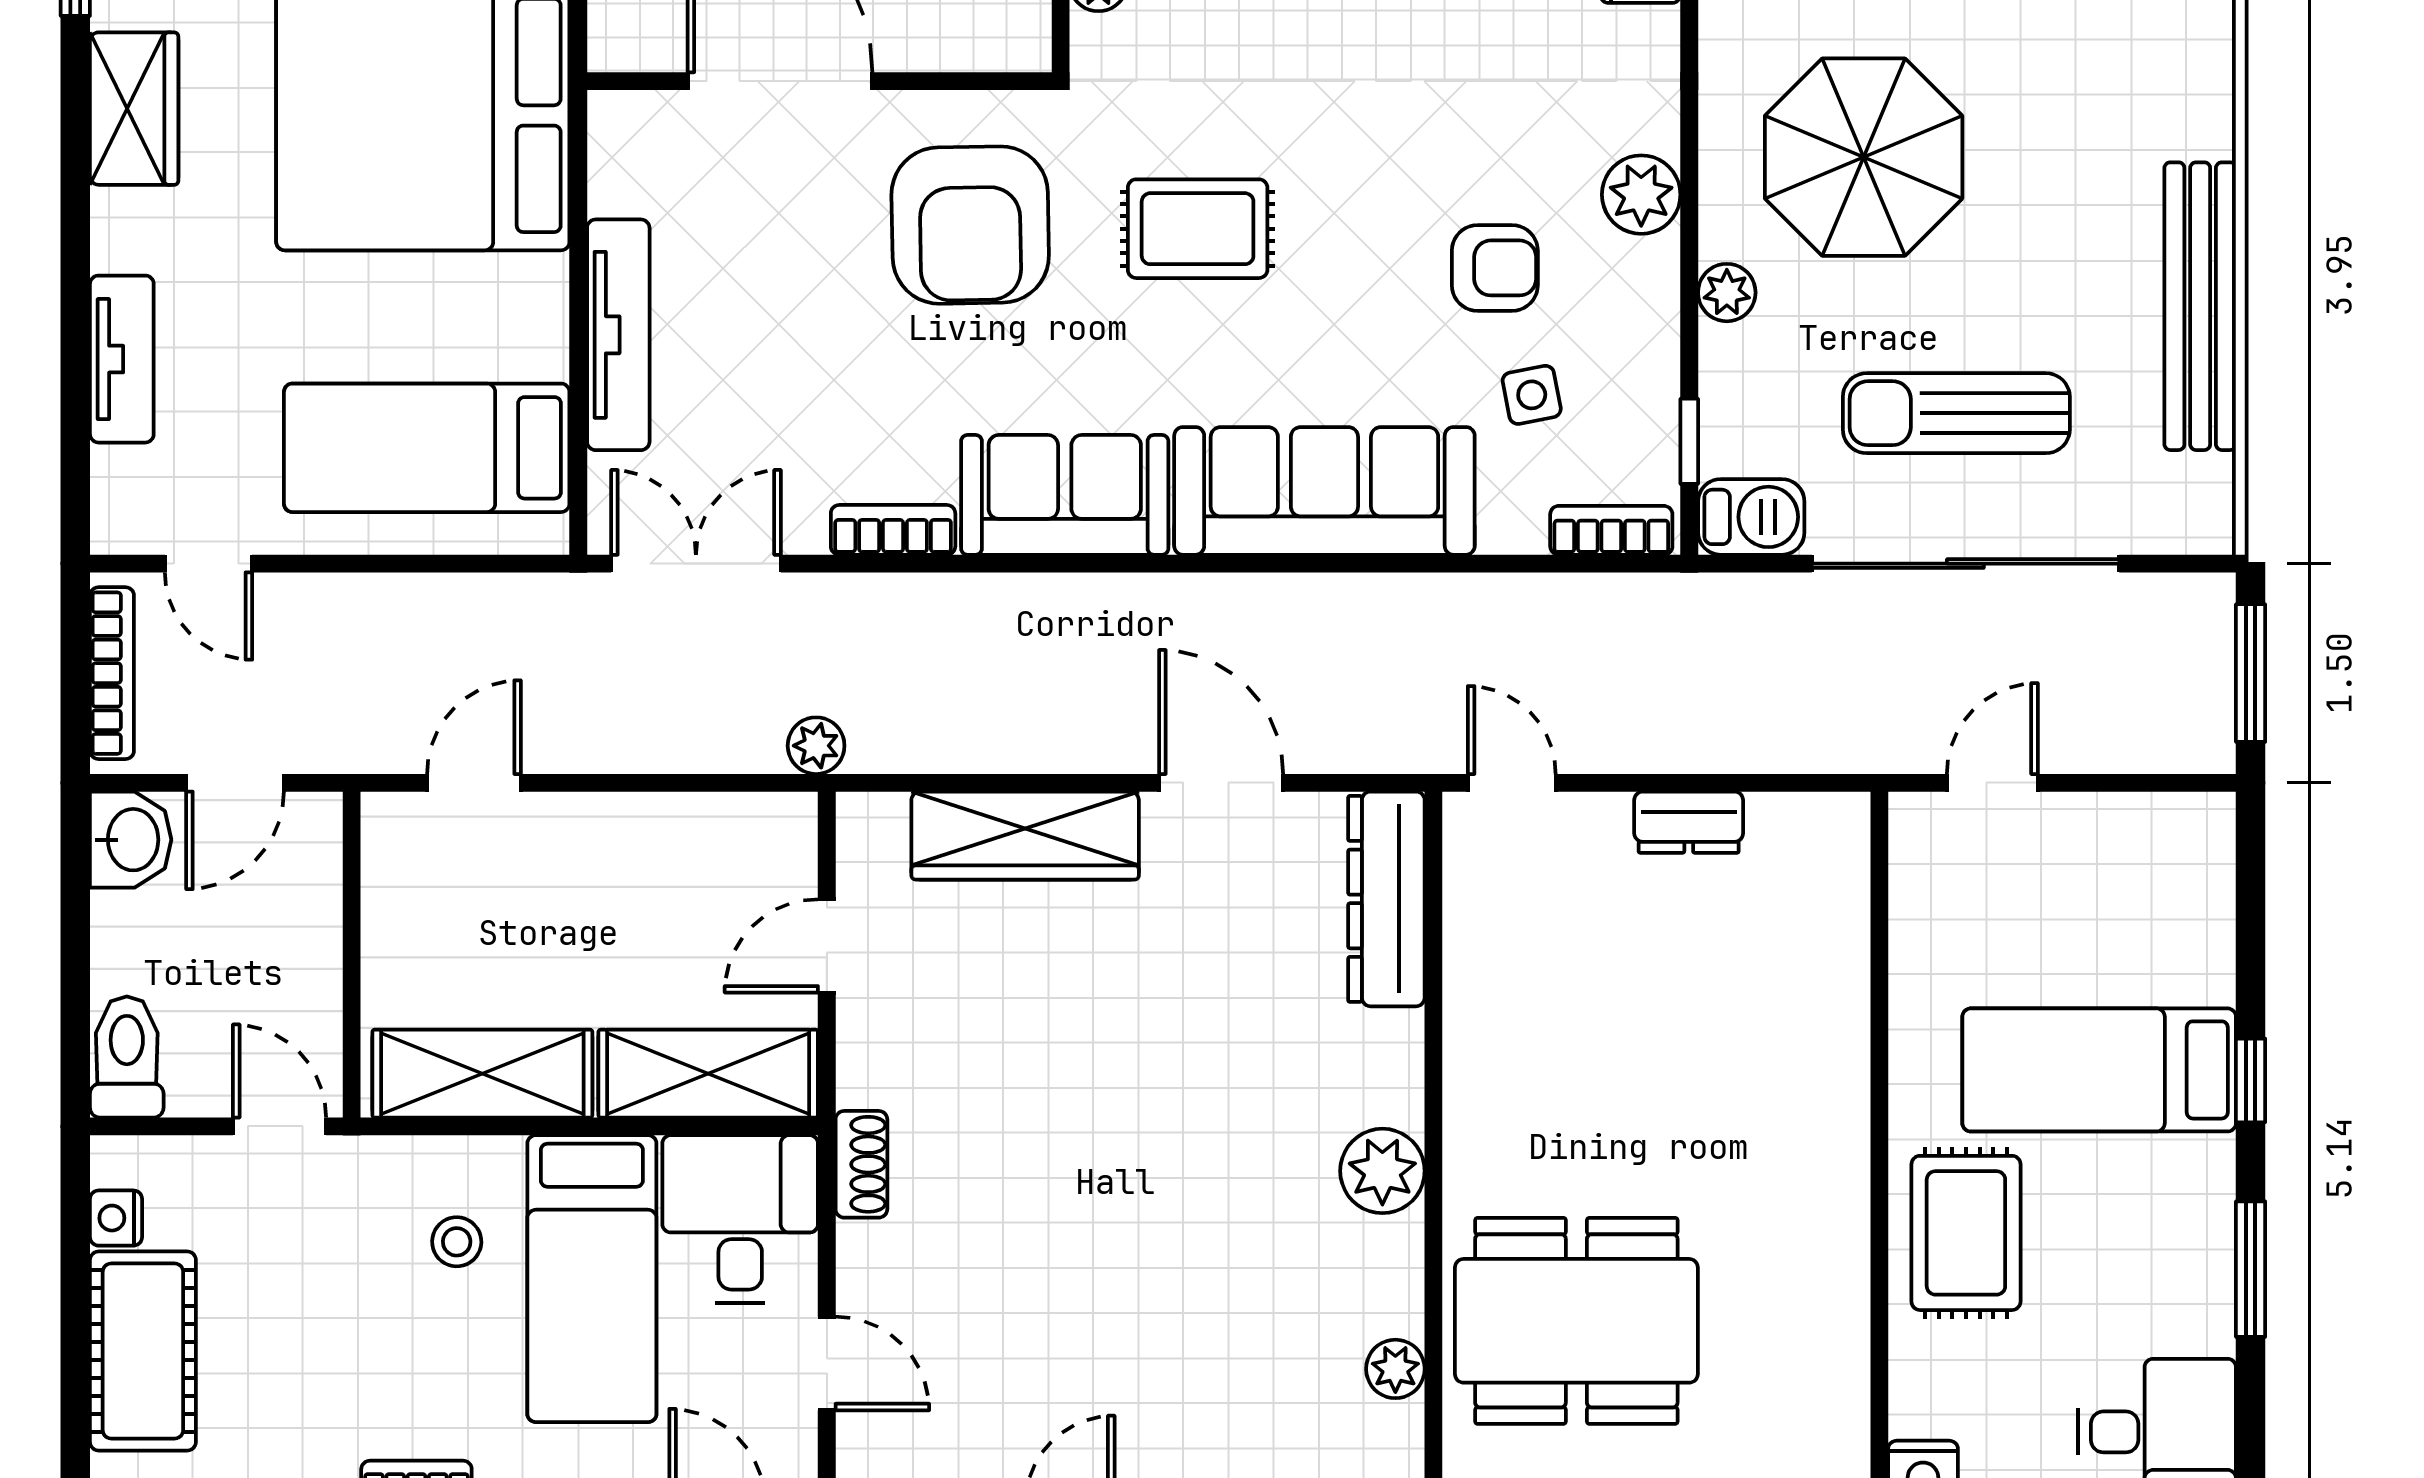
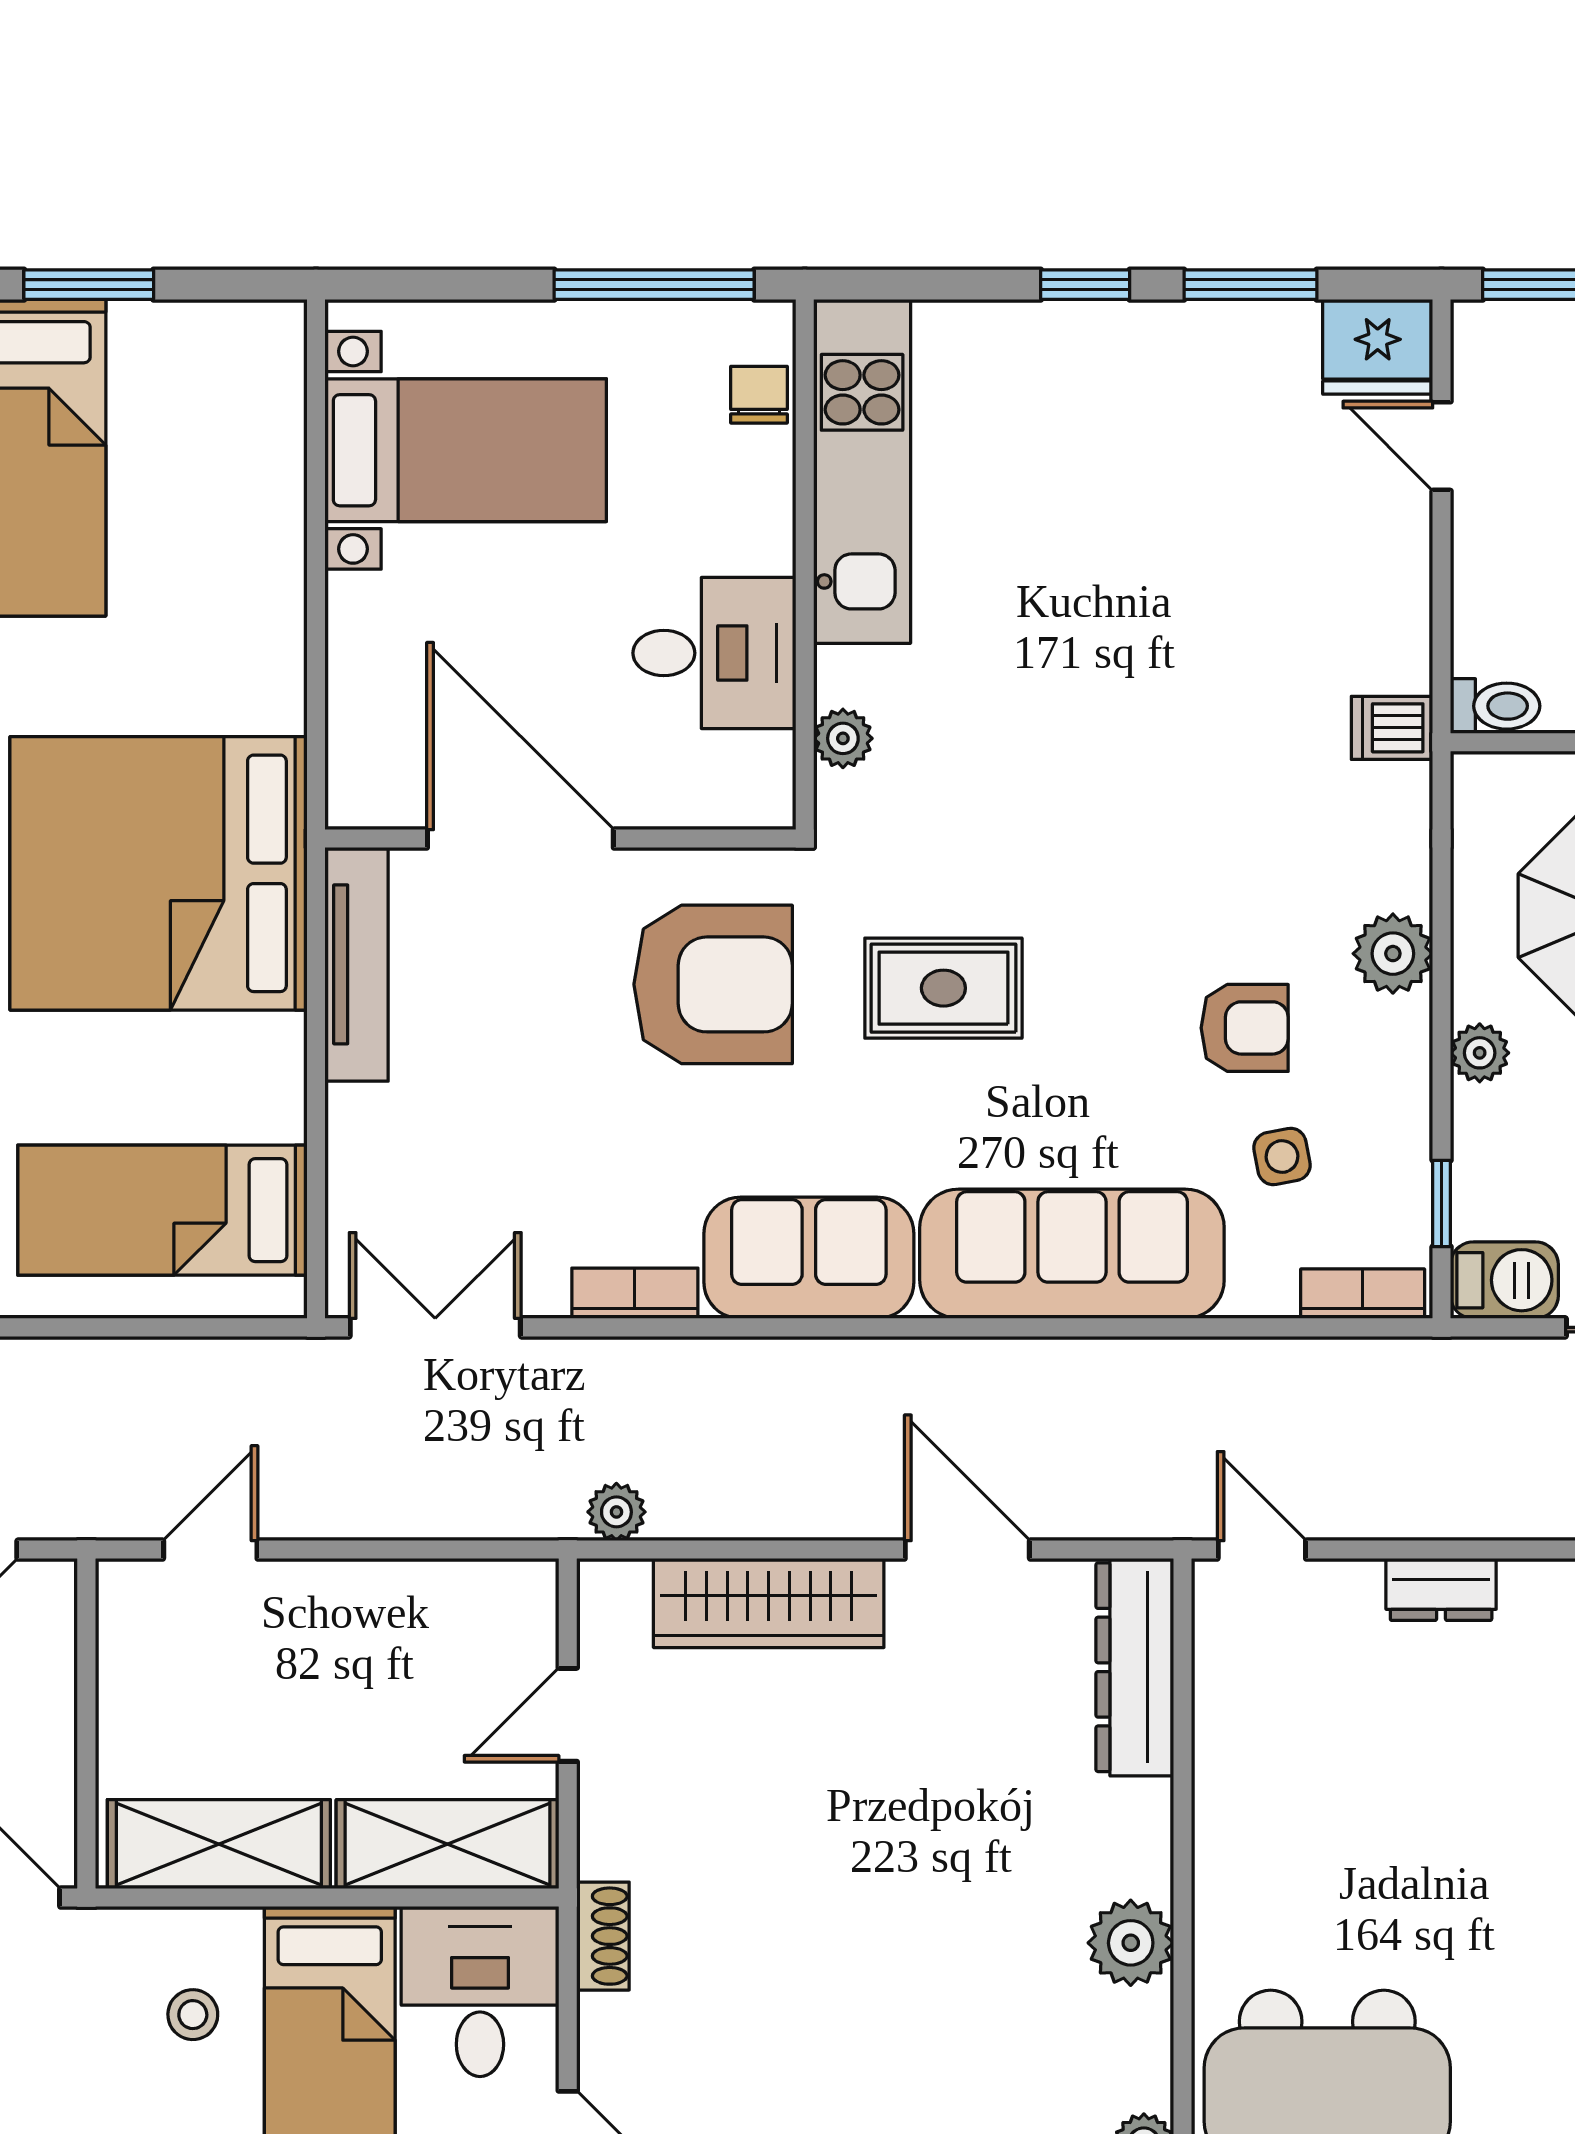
armchair: (970, 225) -> (713, 984), turned -89
tv unit: (618, 335) -> (357, 964), moved
plant: (816, 746) -> (616, 1512), moved

